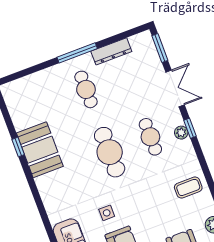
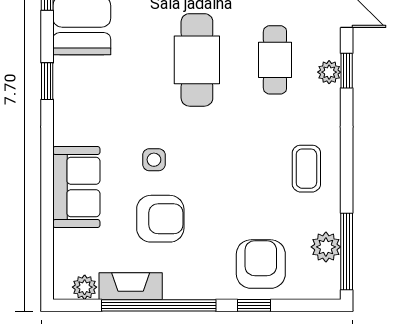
coffee table: (188, 187) -> (306, 169), turned 90
window: (35, 193) -> (47, 81), added

